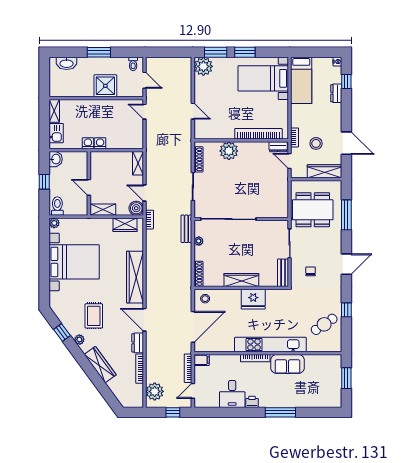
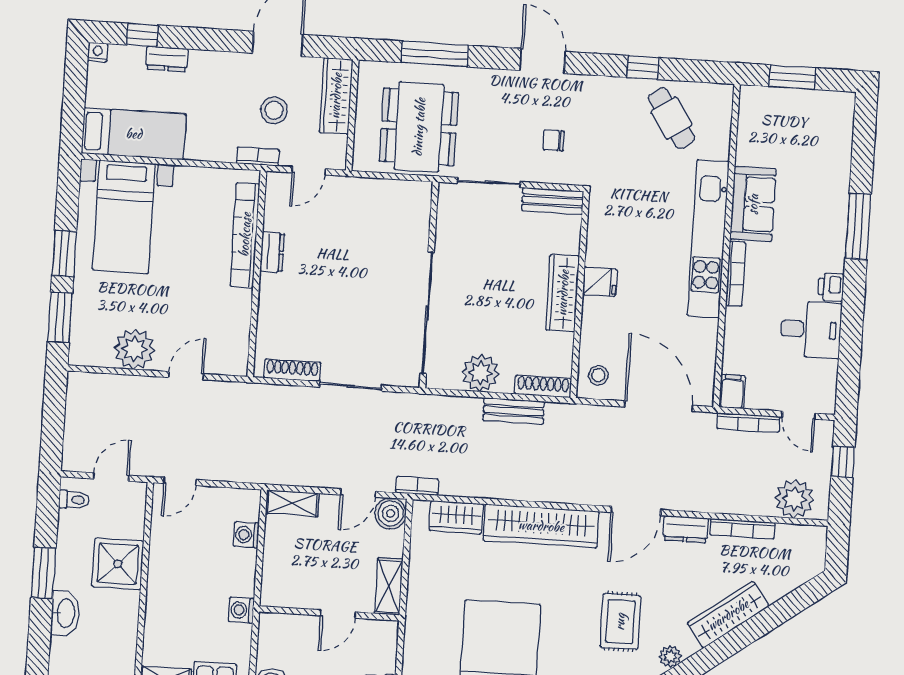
washbasin: (67, 63) -> (65, 613), moved
plant: (203, 66) -> (134, 349), moved
washing machine: (100, 143) -> (246, 535), moved
dresser: (278, 147) -> (272, 252), moved
plant: (229, 151) -> (278, 302), removed
wardrobe: (125, 225) -> (456, 517), moved, turned 90
bench: (186, 229) -> (514, 411), moved
plant: (199, 241) -> (481, 373), width x1.87, depth x1.87
fridge: (253, 299) -> (600, 282), width x0.53, depth x0.75
rug: (94, 316) -> (620, 622), turned 90

